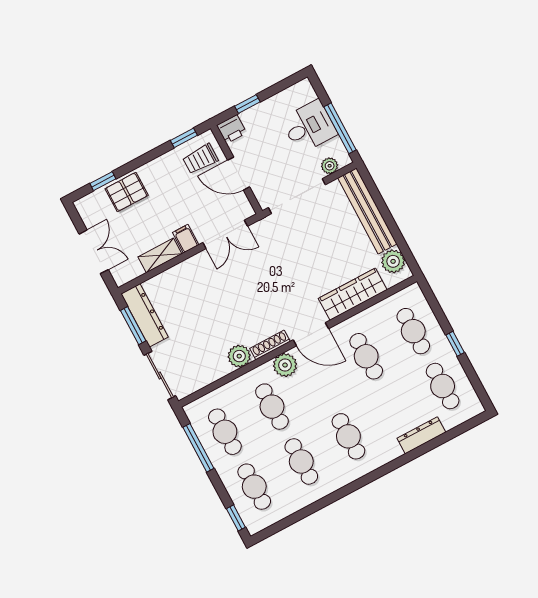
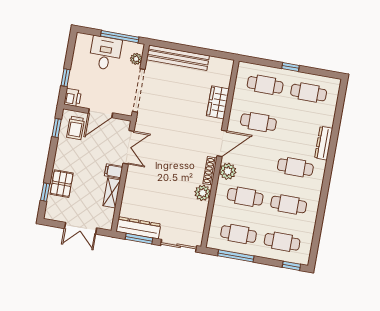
double door: (94, 252) -> (81, 228), swing flipped
plant: (393, 261) -> (217, 65), removed
wardrobe: (353, 294) -> (218, 102), width x0.67
dresser: (421, 435) -> (324, 143), moved

